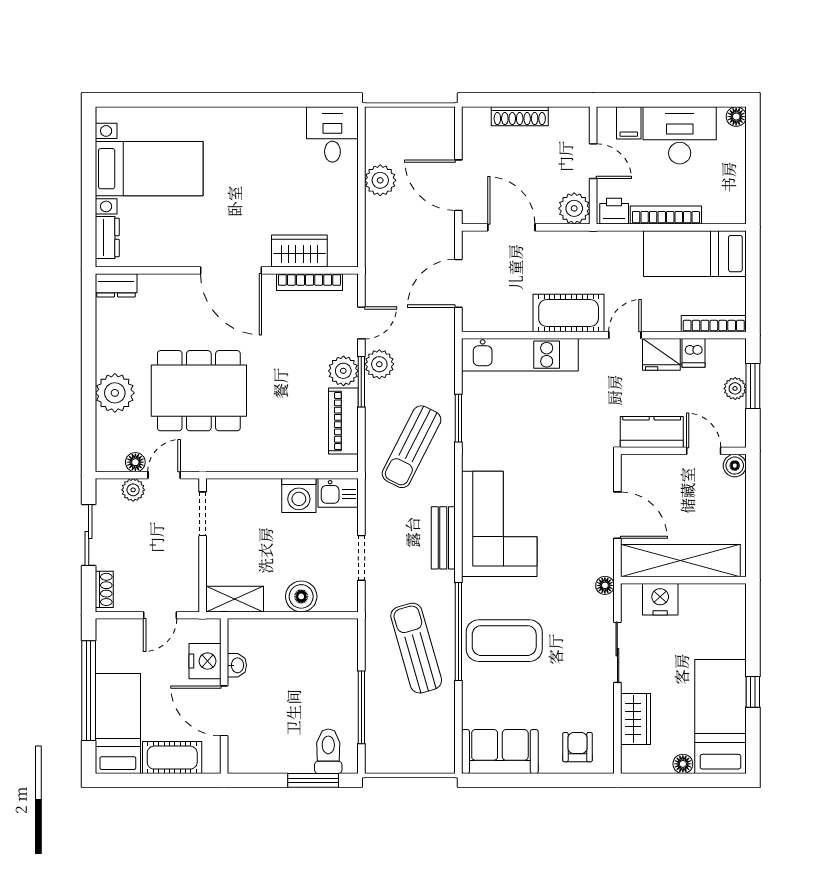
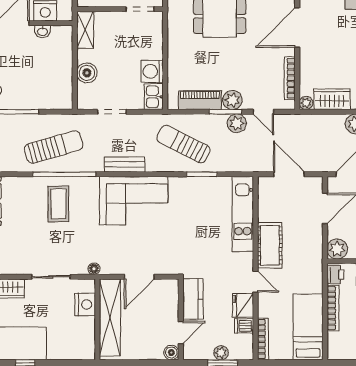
wardrobe: (299, 251) -> (332, 99), moved, turned -90
plant: (348, 257) -> (306, 103), added
coffee table: (504, 641) -> (58, 204), width x0.73, depth x0.76

